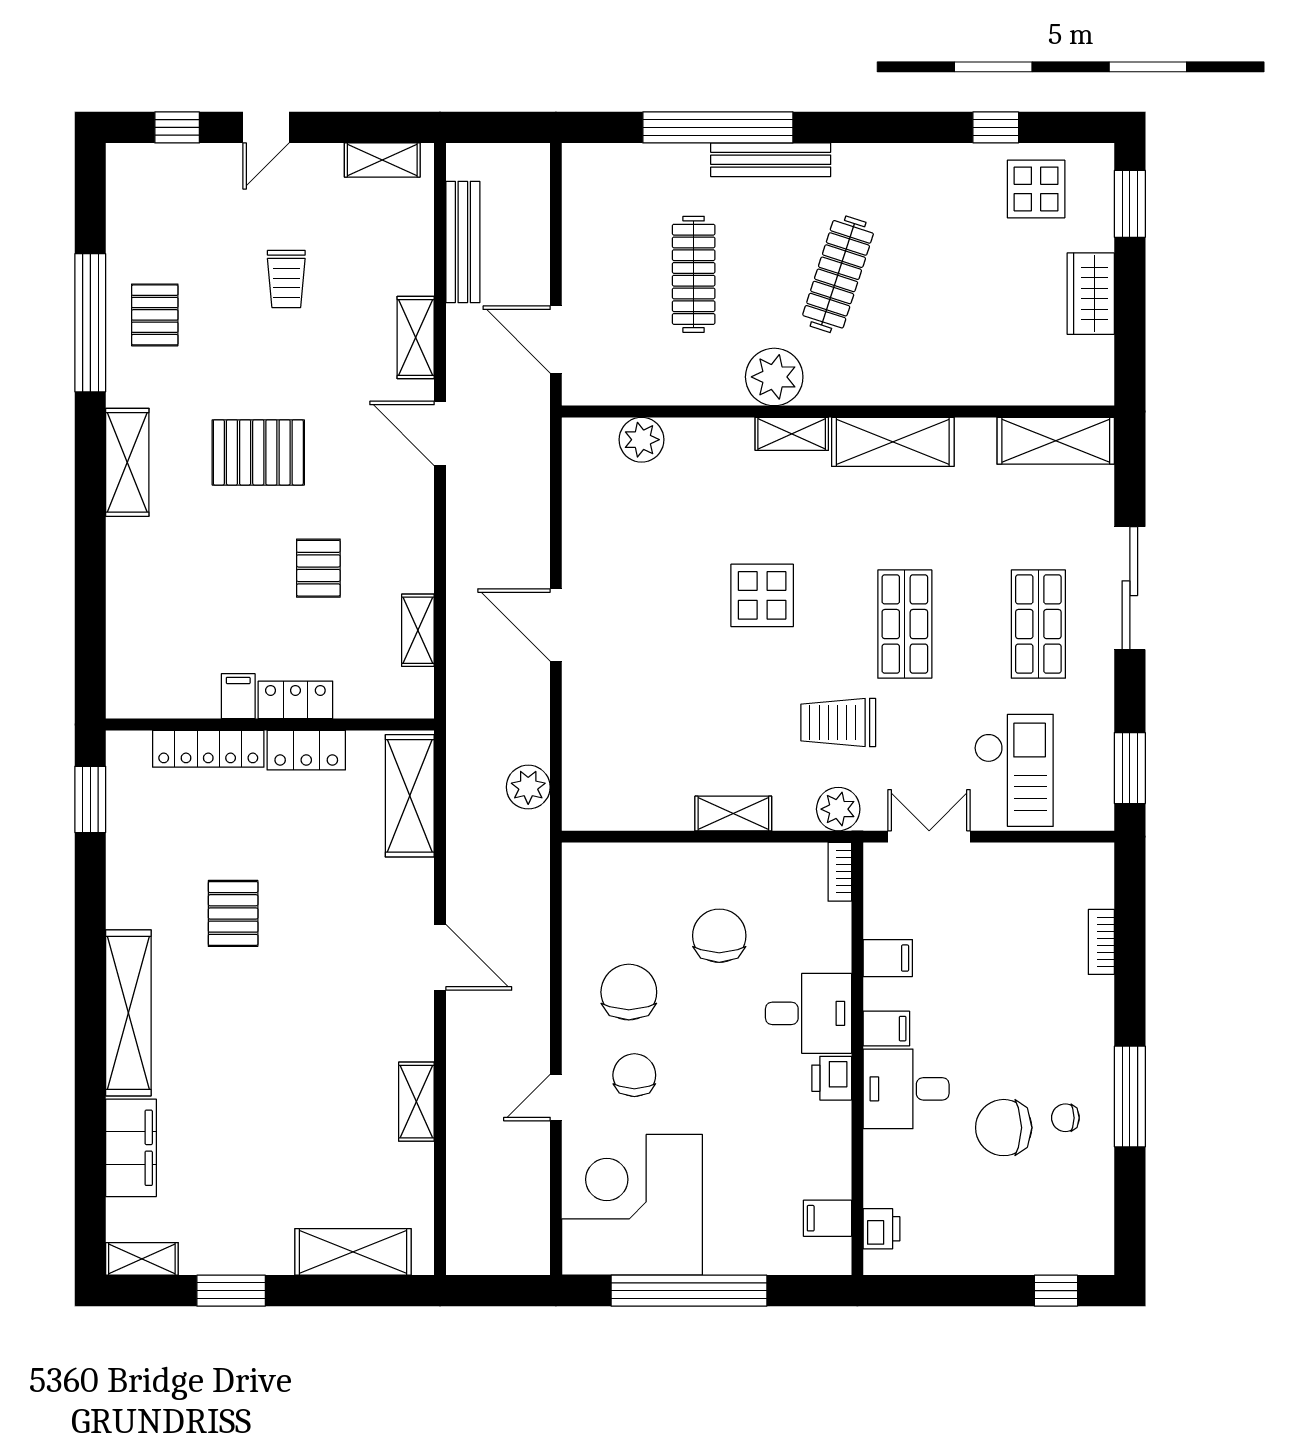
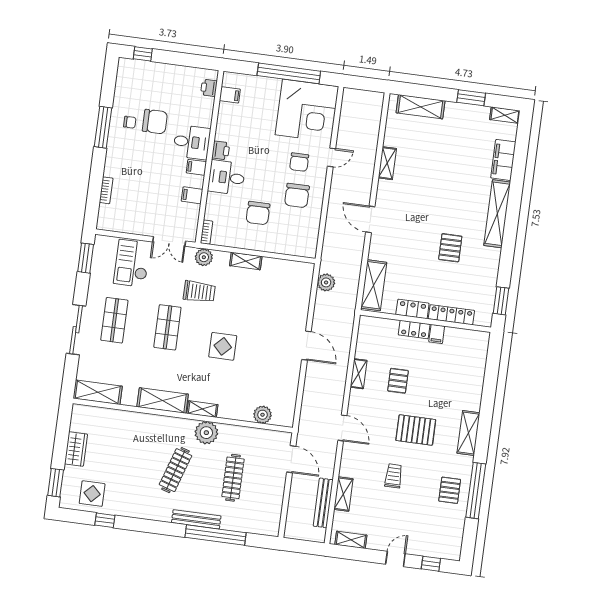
trolley: (286, 279) -> (394, 476), moved
shelving: (416, 337) -> (343, 494), moved
shelving: (418, 630) -> (359, 374), moved

